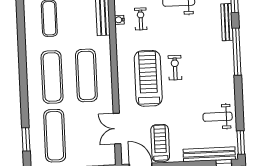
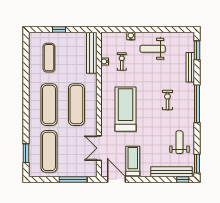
window: (237, 52) -> (197, 104), moved
exercise bike: (175, 68) -> (167, 100), moved
weight bench: (218, 117) -> (179, 142), turned 90

